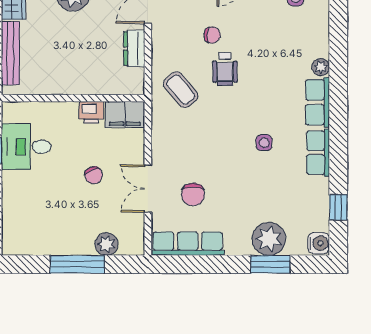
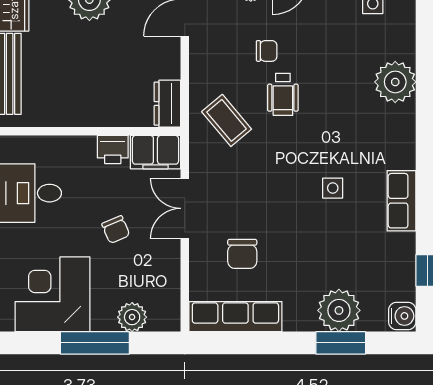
dresser: (134, 49) -> (167, 104), moved
plant: (321, 67) -> (395, 82), width x1.88, depth x1.88
row of seats: (318, 102) -> (401, 137), removed
double door: (148, 189) -> (185, 208), moved
corner desk: (44, 226) -> (52, 294), added

